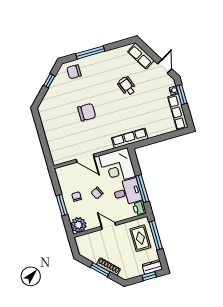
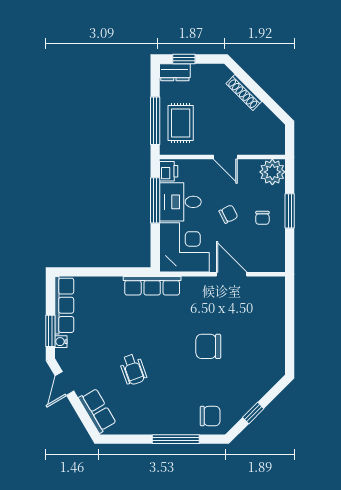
window: (100, 270) -> (258, 92), removed

